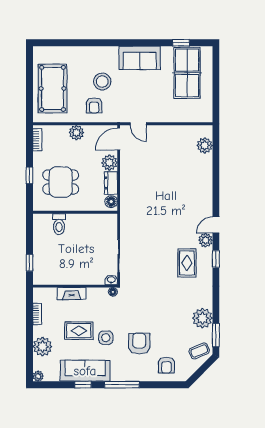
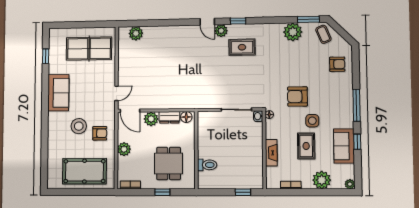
table tennis table: (187, 73) -> (89, 49), moved
armchair: (139, 344) -> (297, 97), moved
sofa: (85, 371) -> (344, 146), width x0.73

